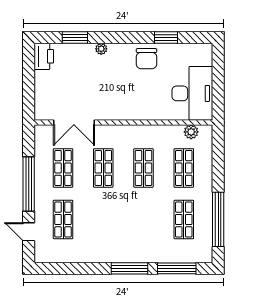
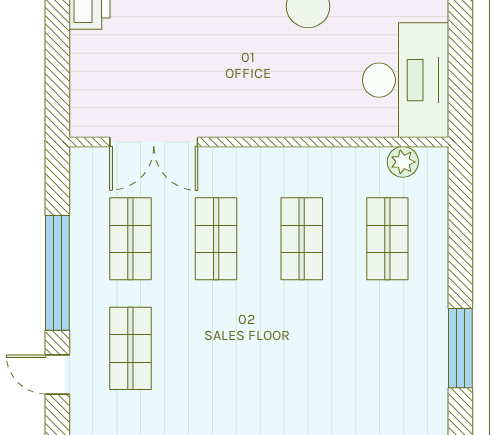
shop shelf: (184, 219) -> (387, 348), removed
window: (218, 219) -> (460, 348), width x0.68

